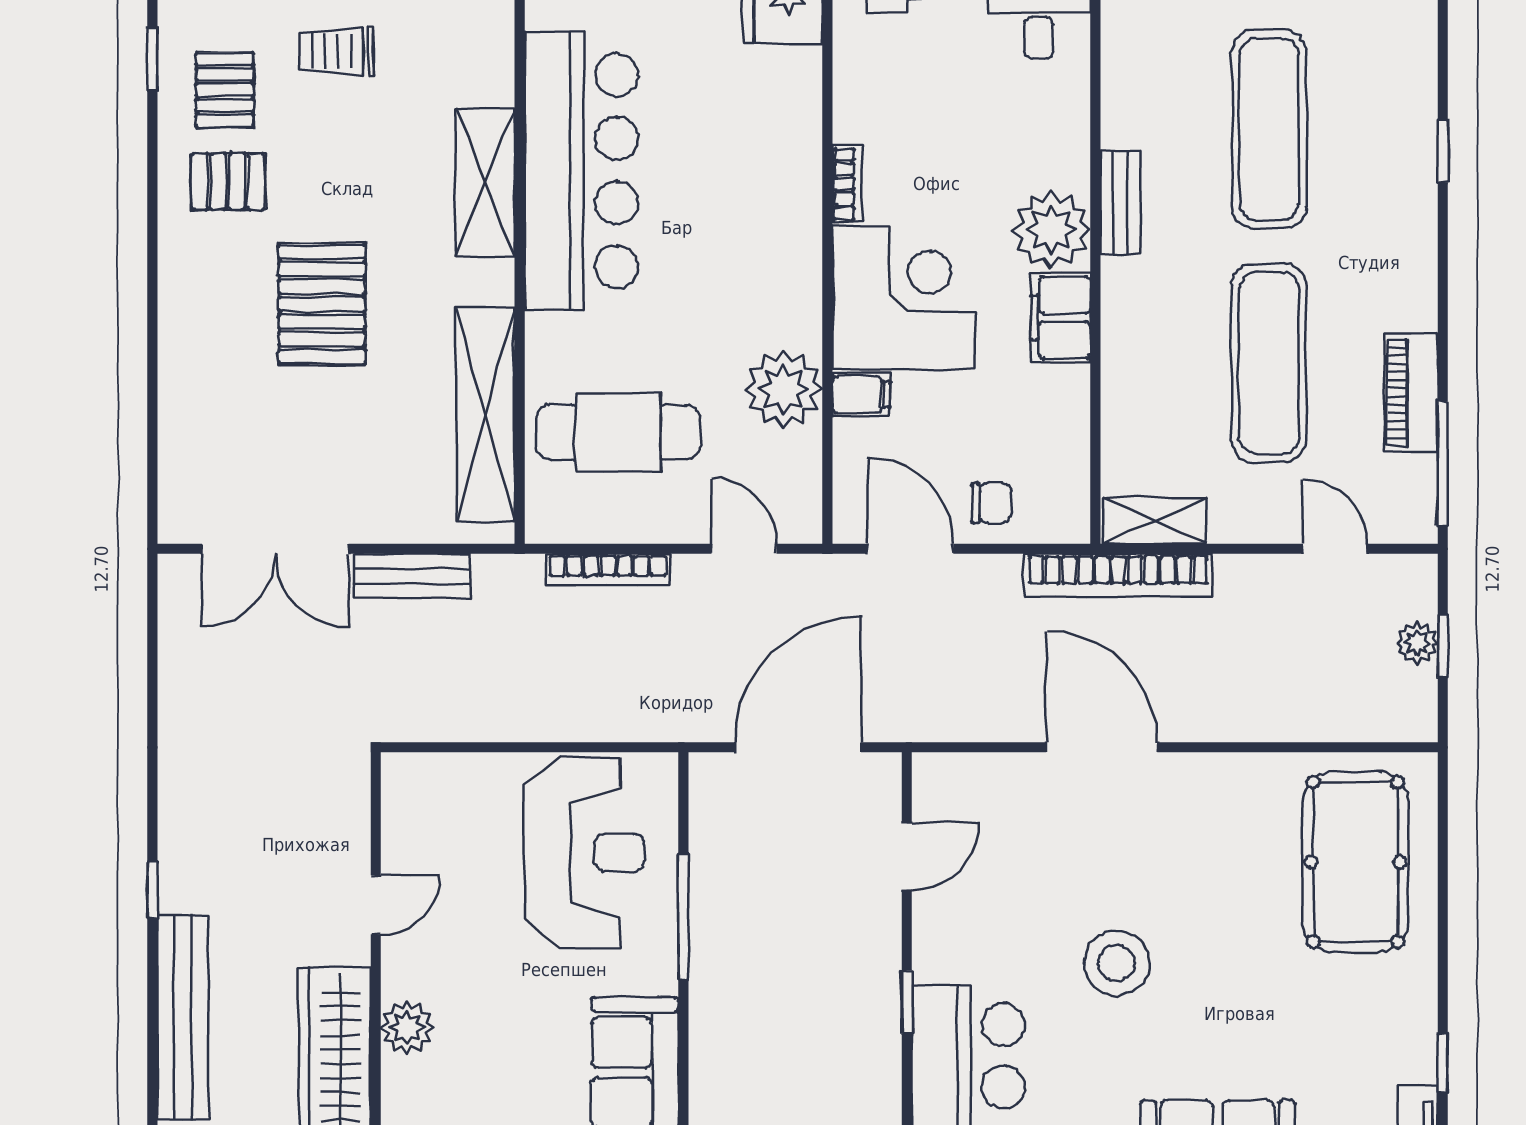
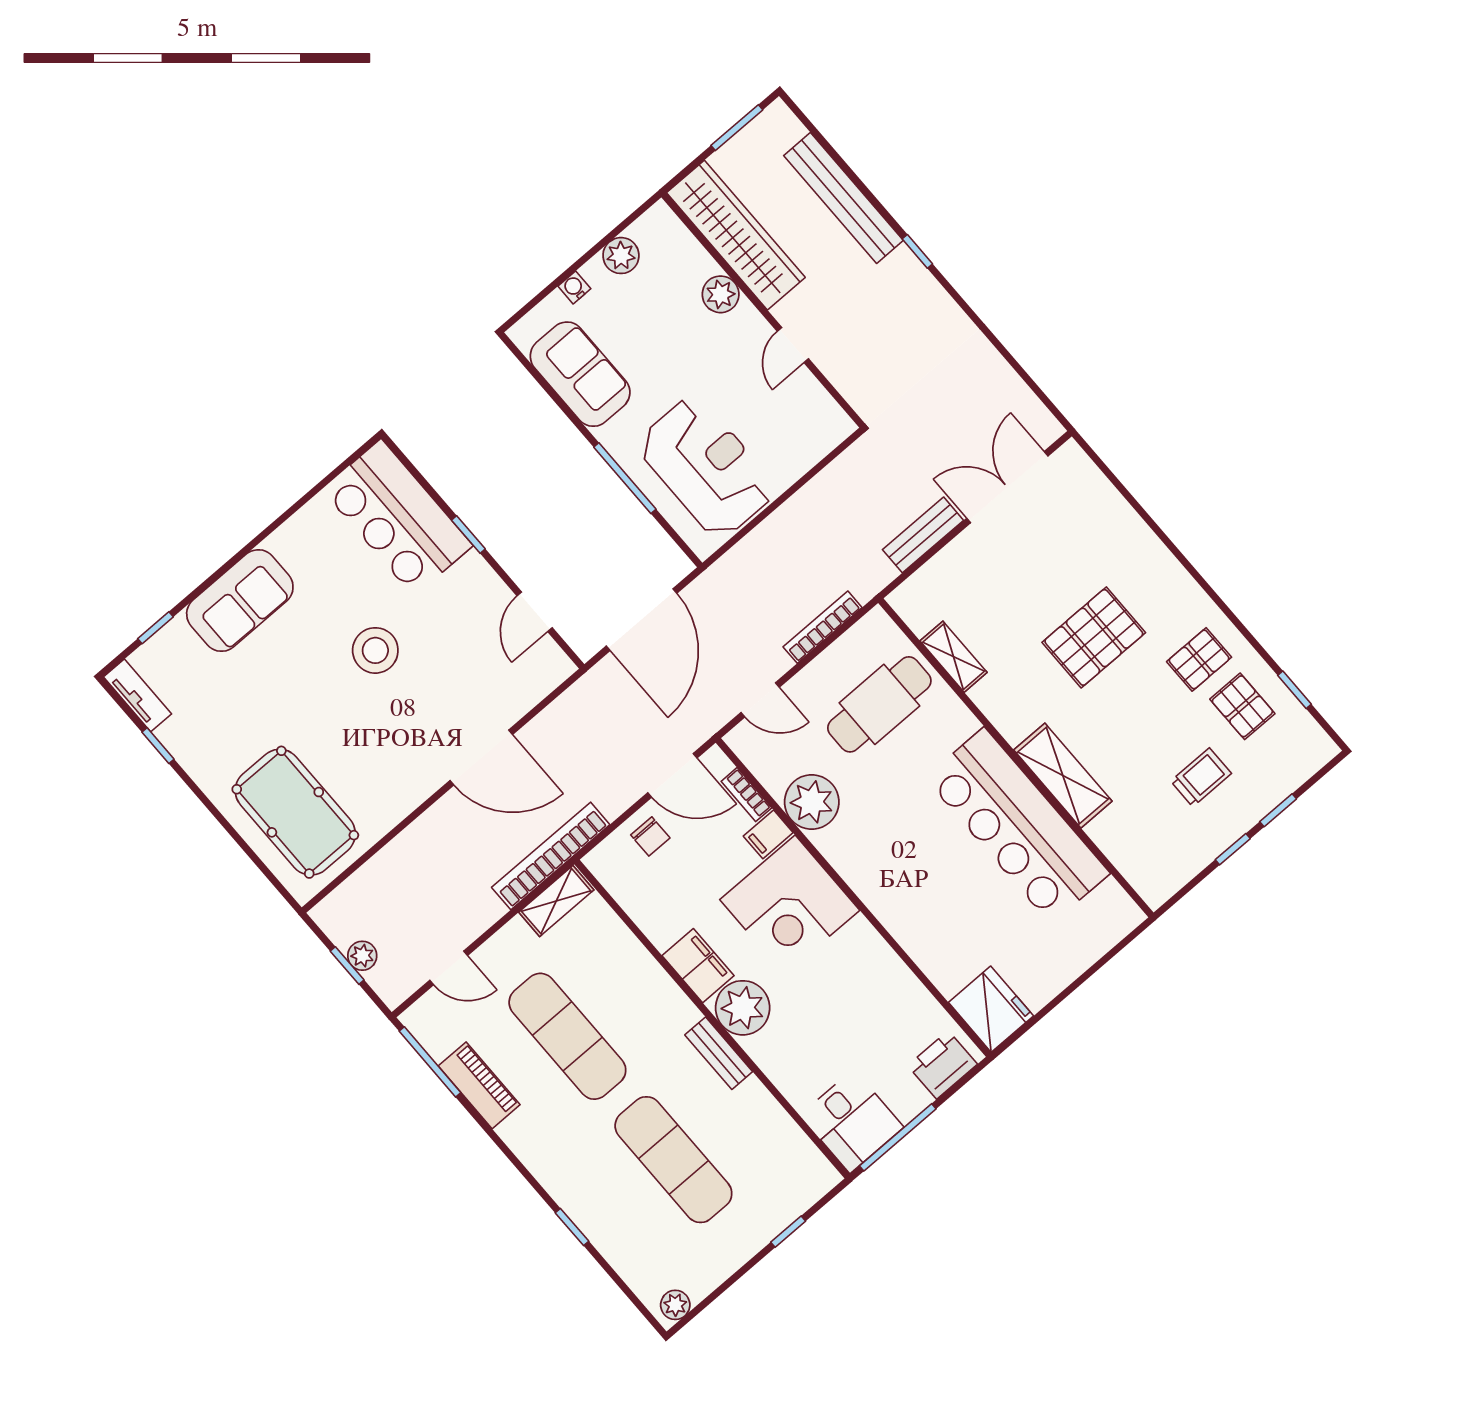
bookcase: (848, 184) -> (746, 795), moved
pallet: (322, 304) -> (1094, 637), turned 90
shelving: (486, 415) -> (954, 657), width x0.45, depth x0.75
chair: (991, 503) -> (650, 836), turned -90
reception desk: (584, 853) -> (706, 467), turned 180

